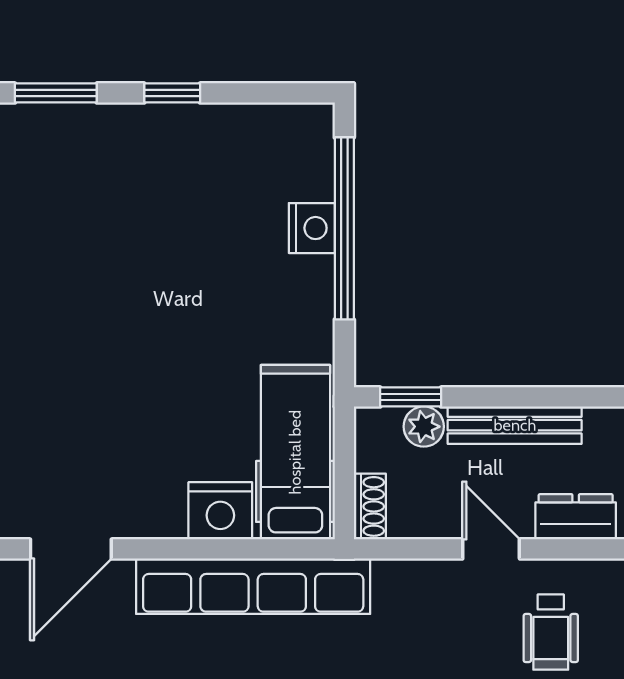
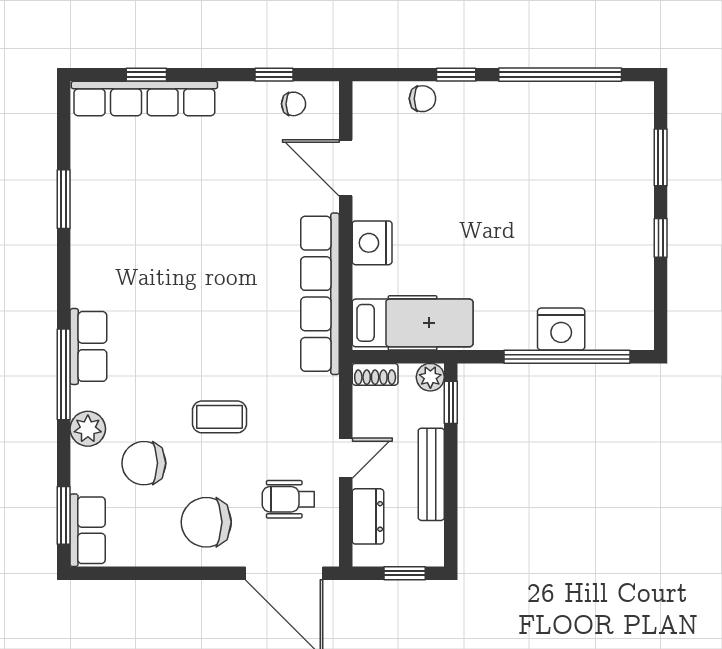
nightstand: (312, 228) -> (561, 329), width x1.36, depth x1.33
plant: (424, 427) -> (430, 377), moved
nightstand: (220, 511) -> (372, 243), moved

